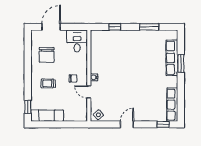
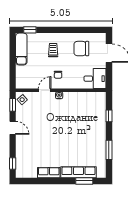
window: (181, 63) -> (84, 181), moved
row of seats: (172, 105) -> (49, 173), moved, width x0.68
window: (104, 124) -> (13, 105), added

